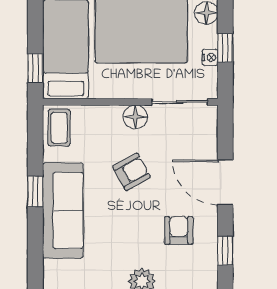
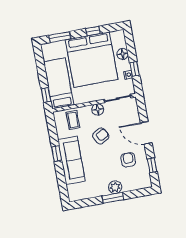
coffee table: (59, 128) -> (73, 120), moved

